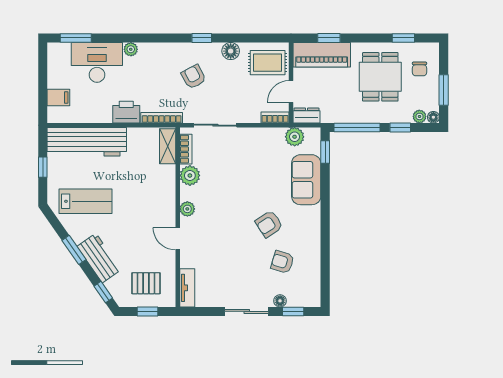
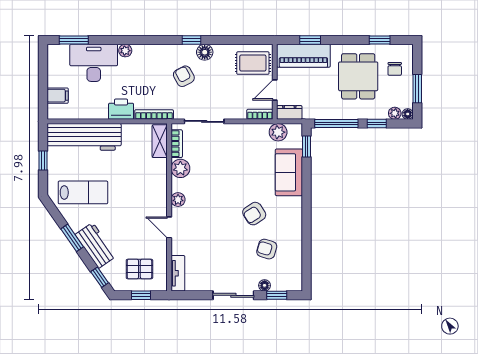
floor lamp: (231, 51) -> (205, 52), moved

